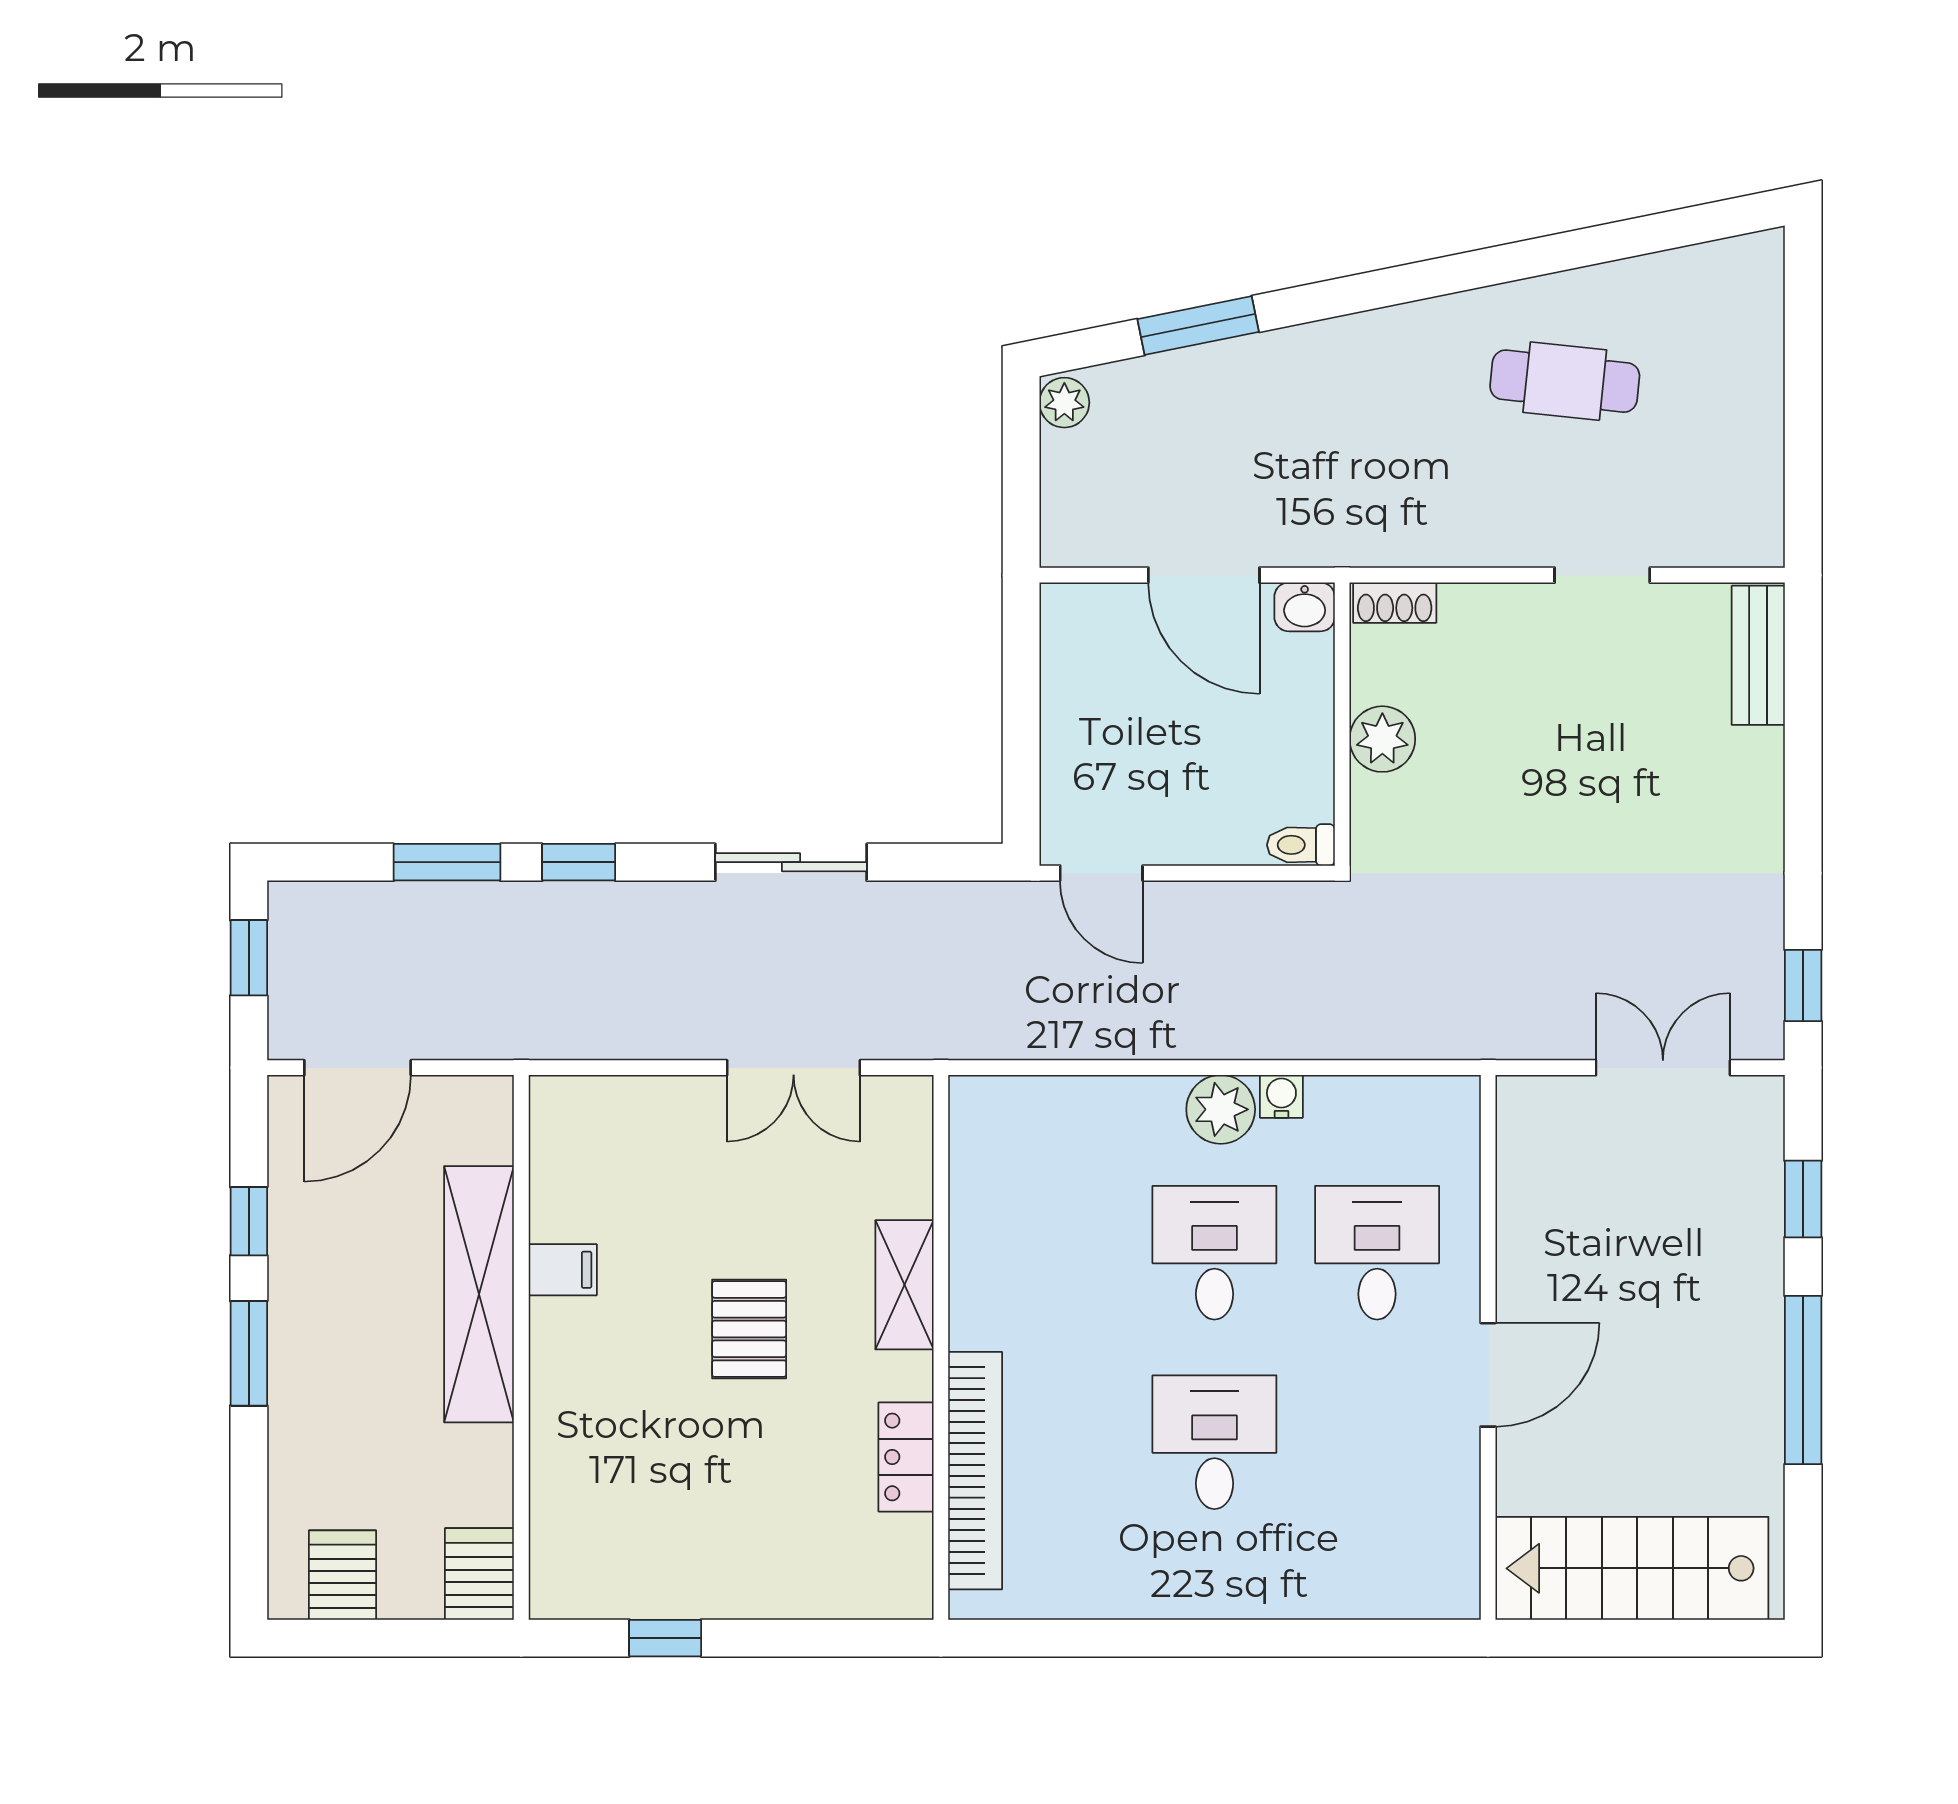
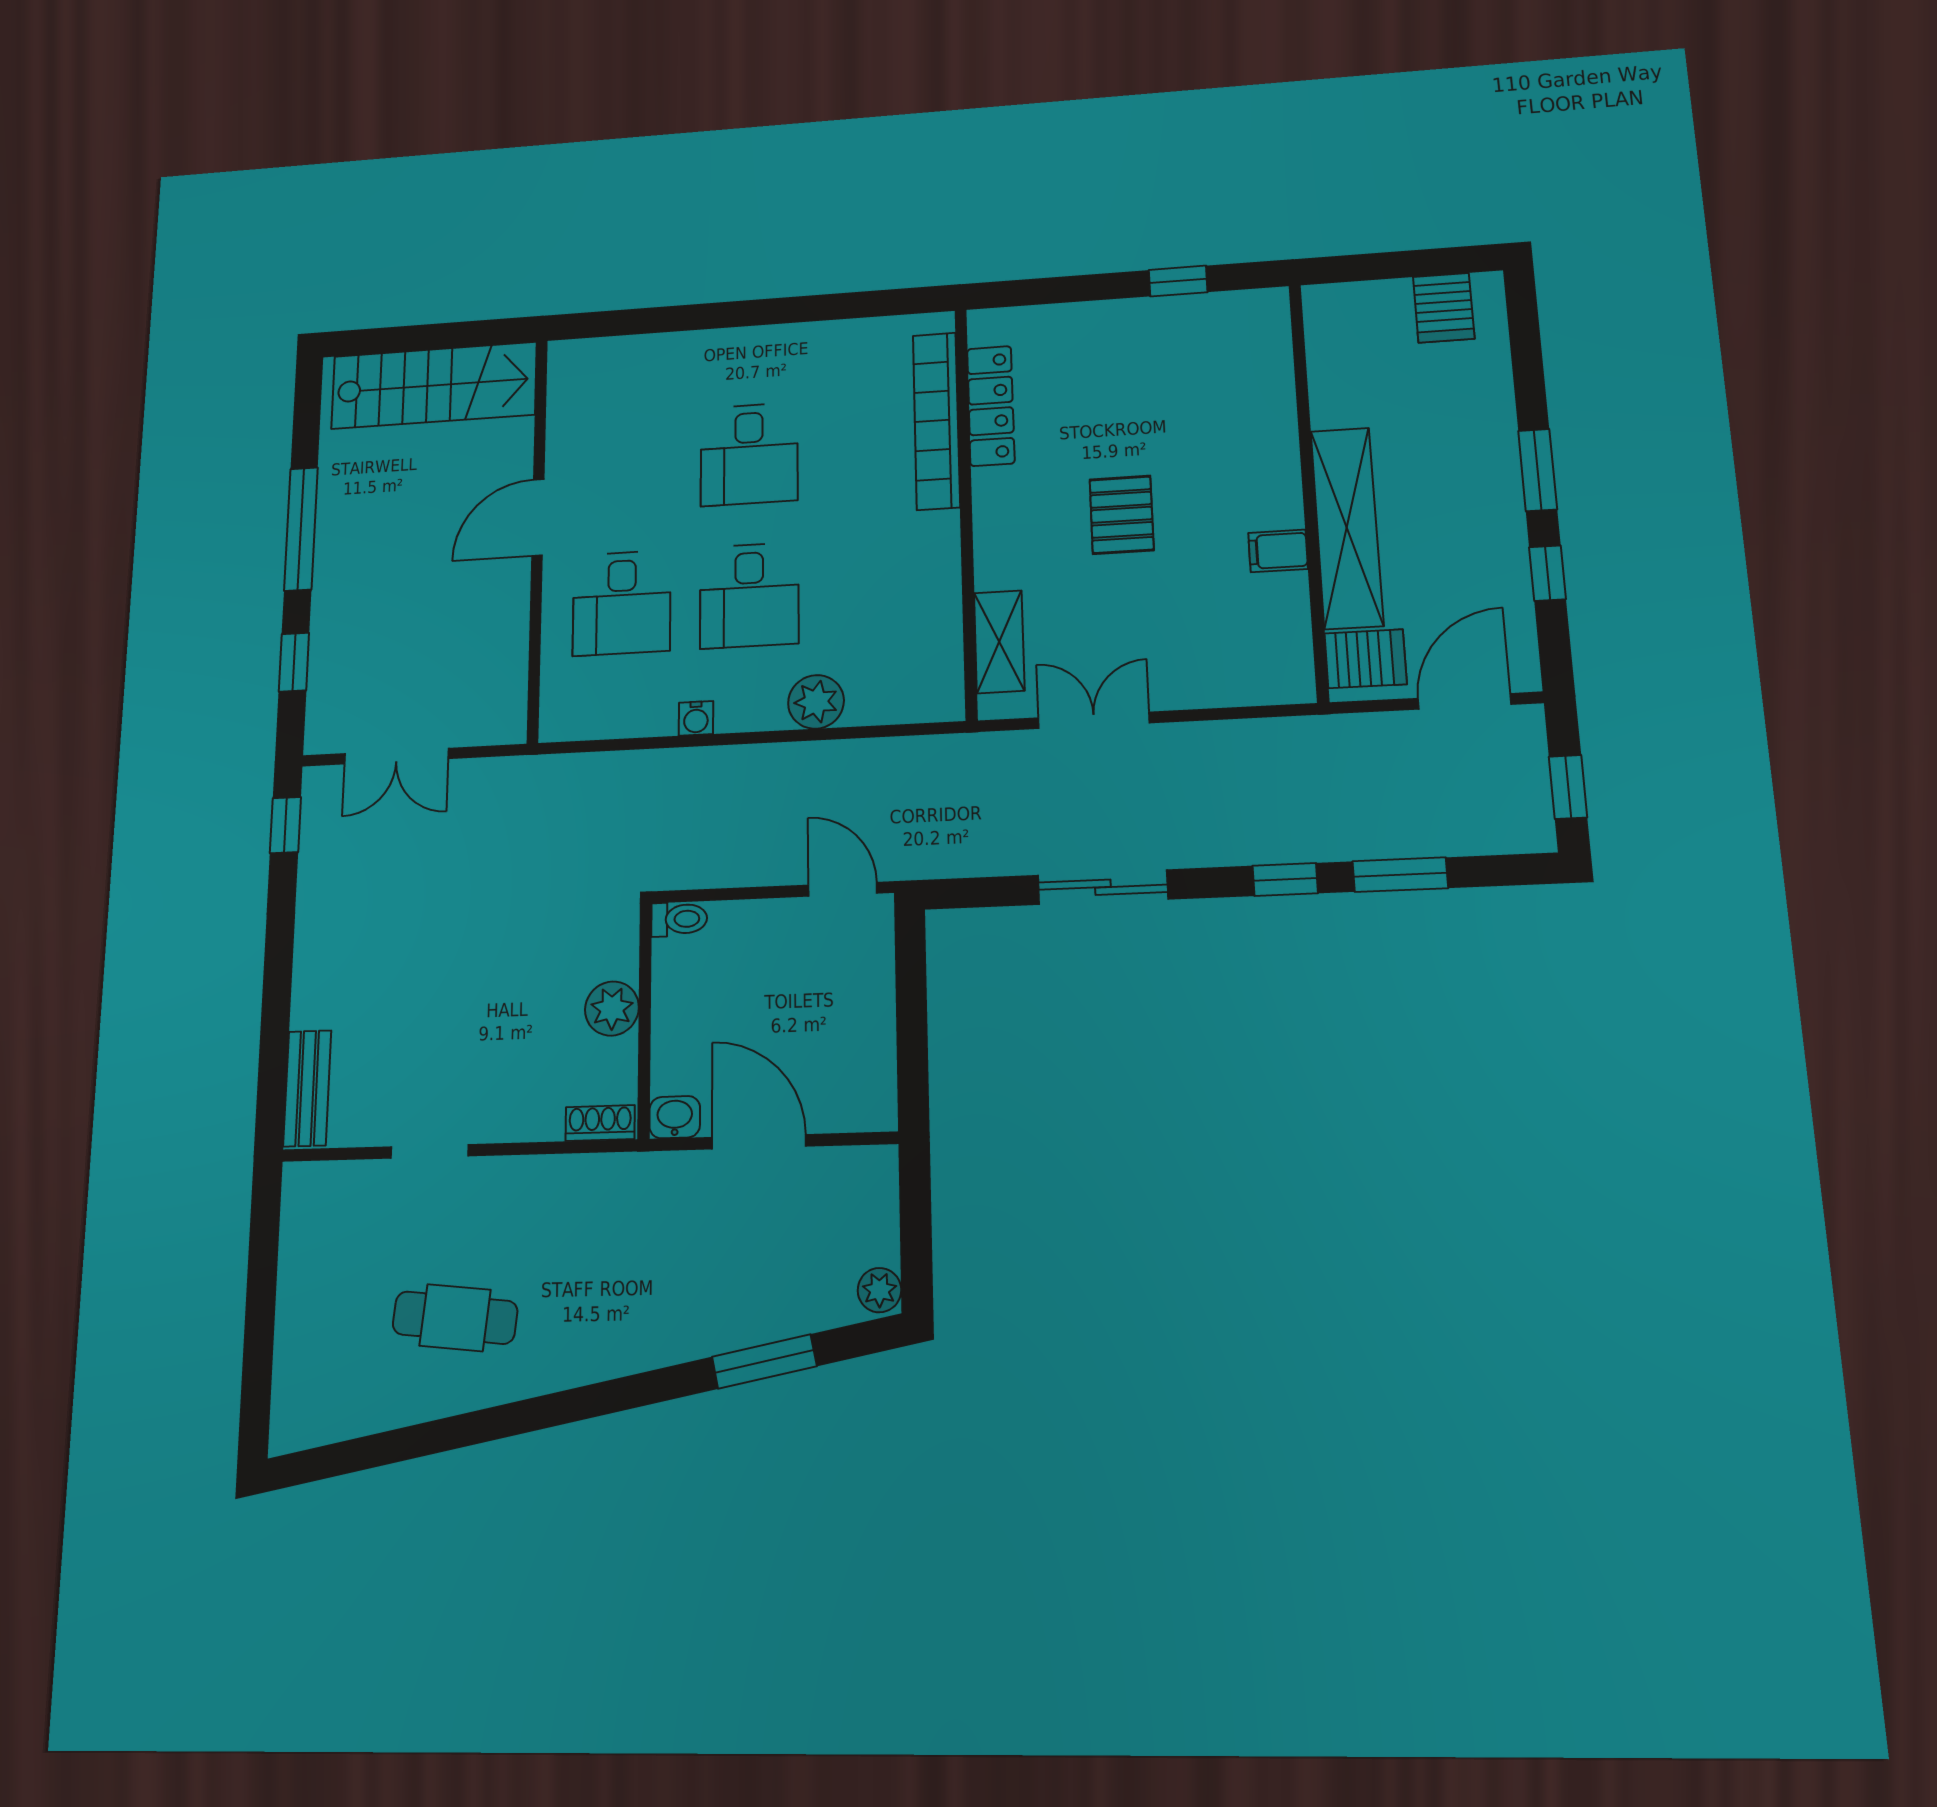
plant: (1221, 1109) -> (816, 702), moved
shelving: (904, 1285) -> (999, 642), moved
locker: (906, 1457) -> (991, 406), width x1.53
server rack: (479, 1574) -> (1366, 659), moved, turned -90

